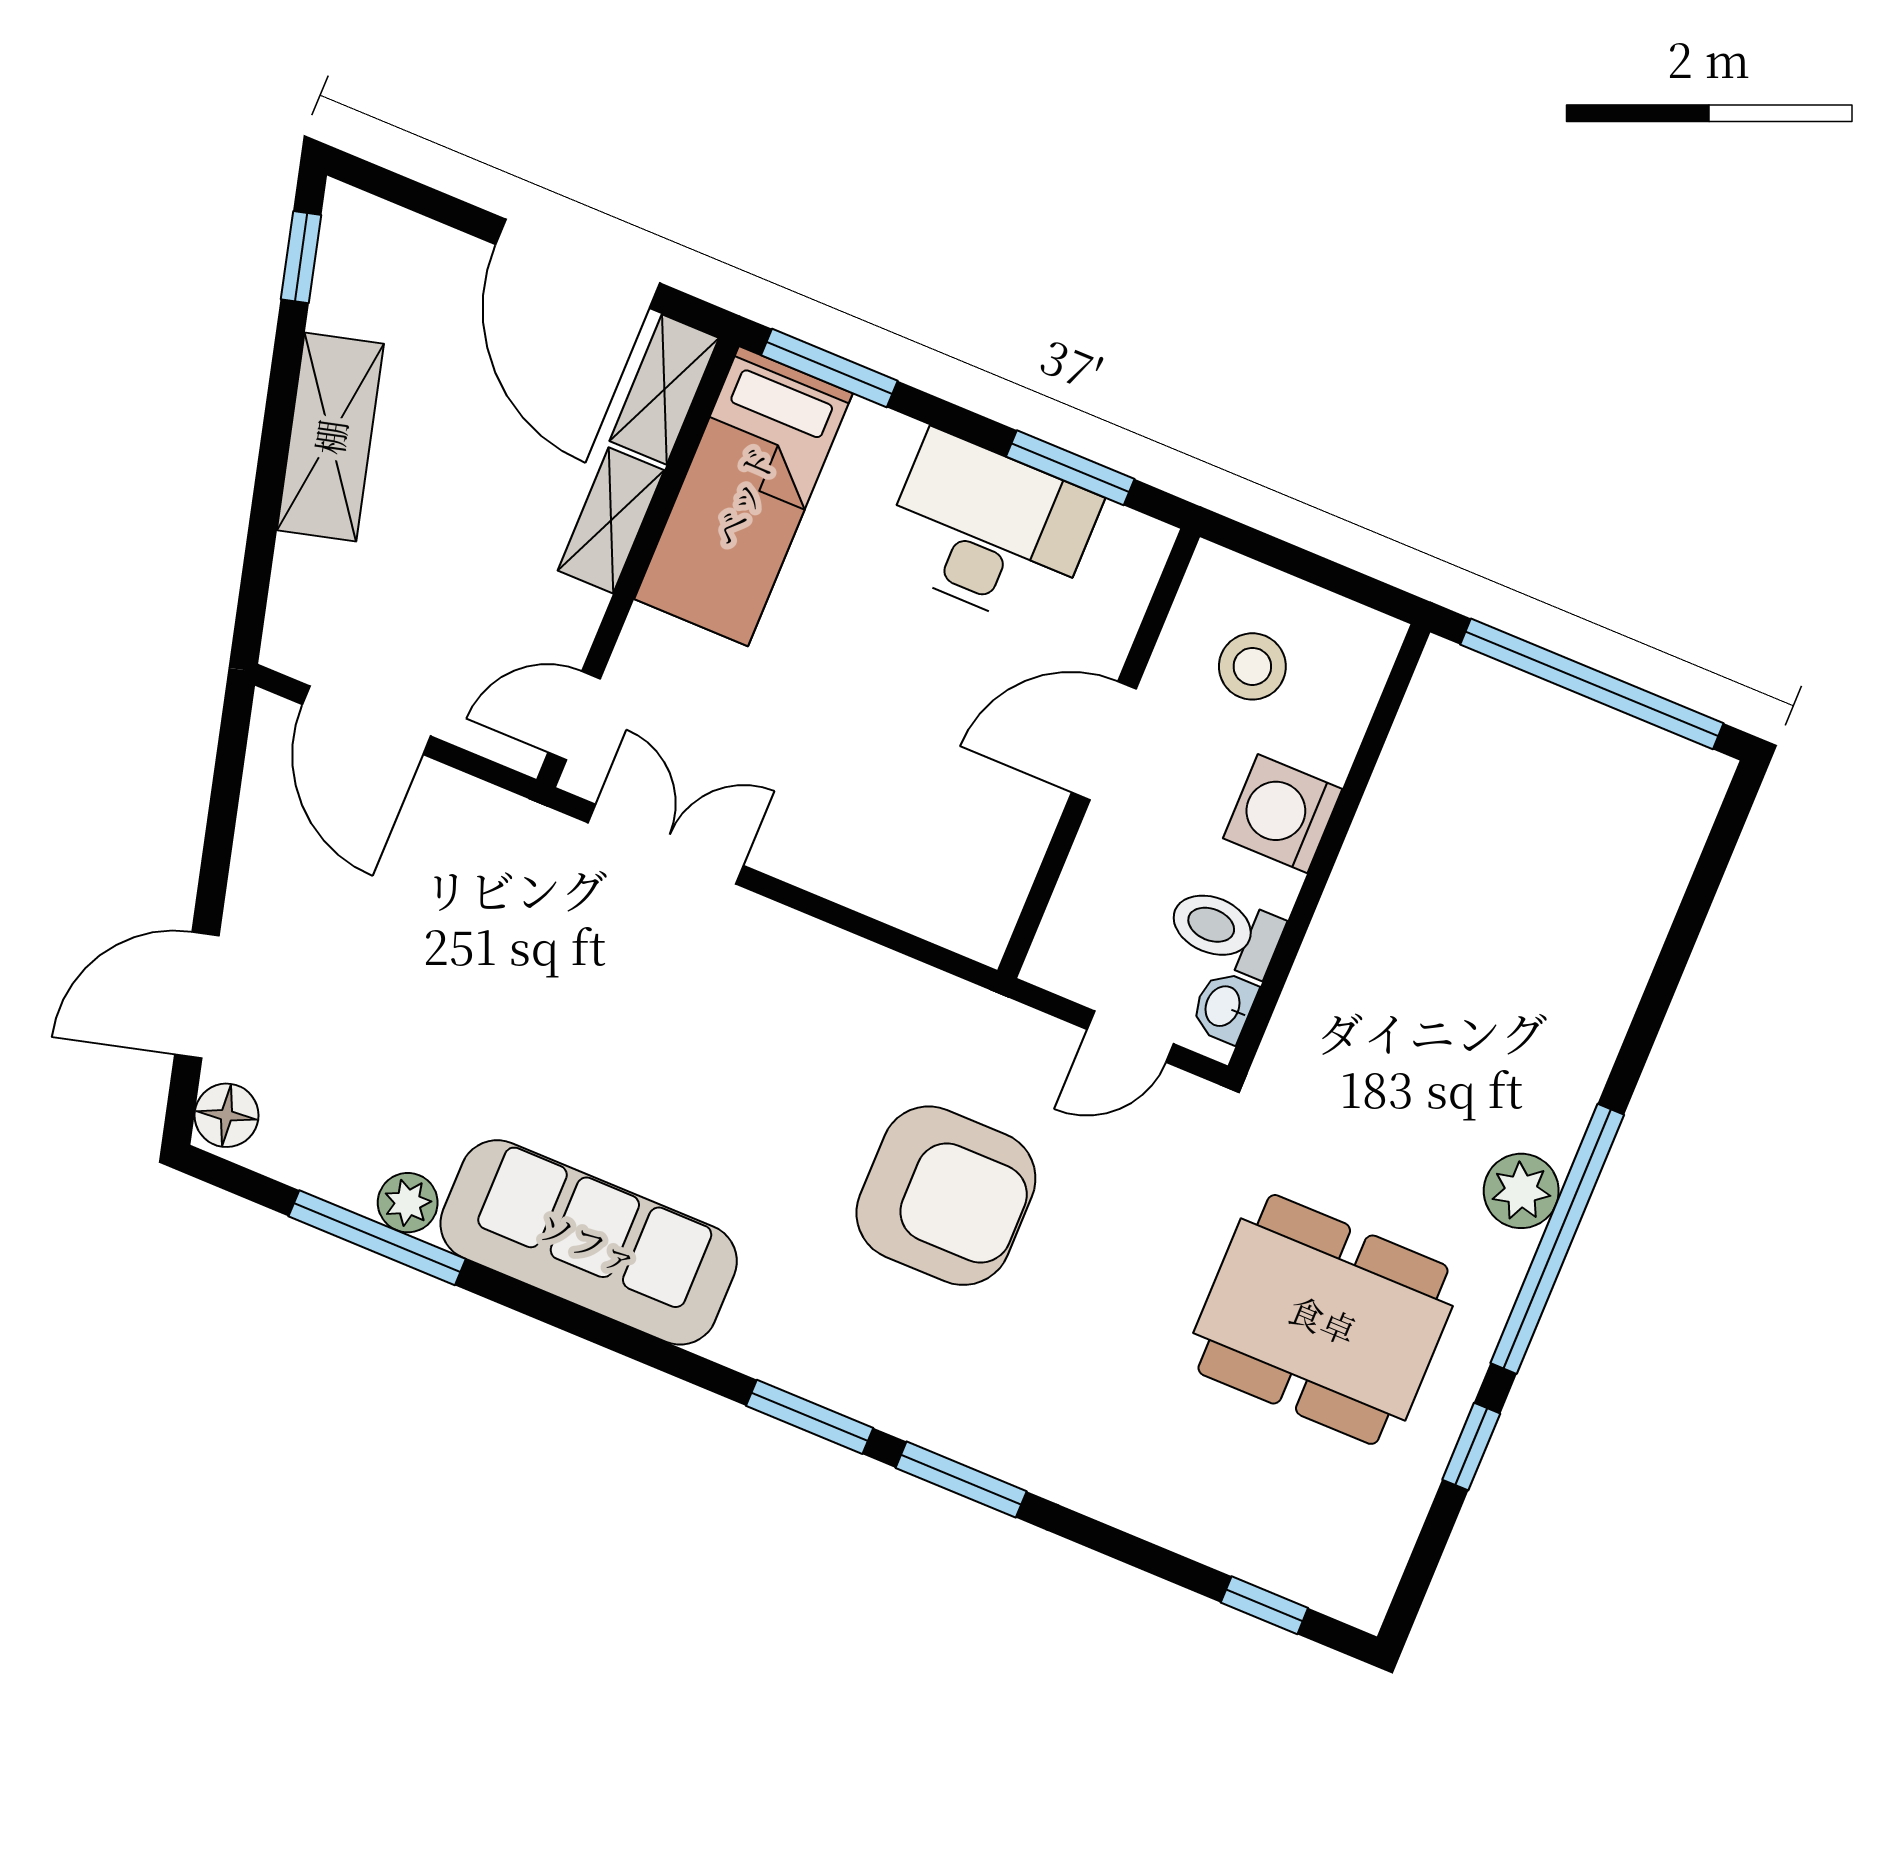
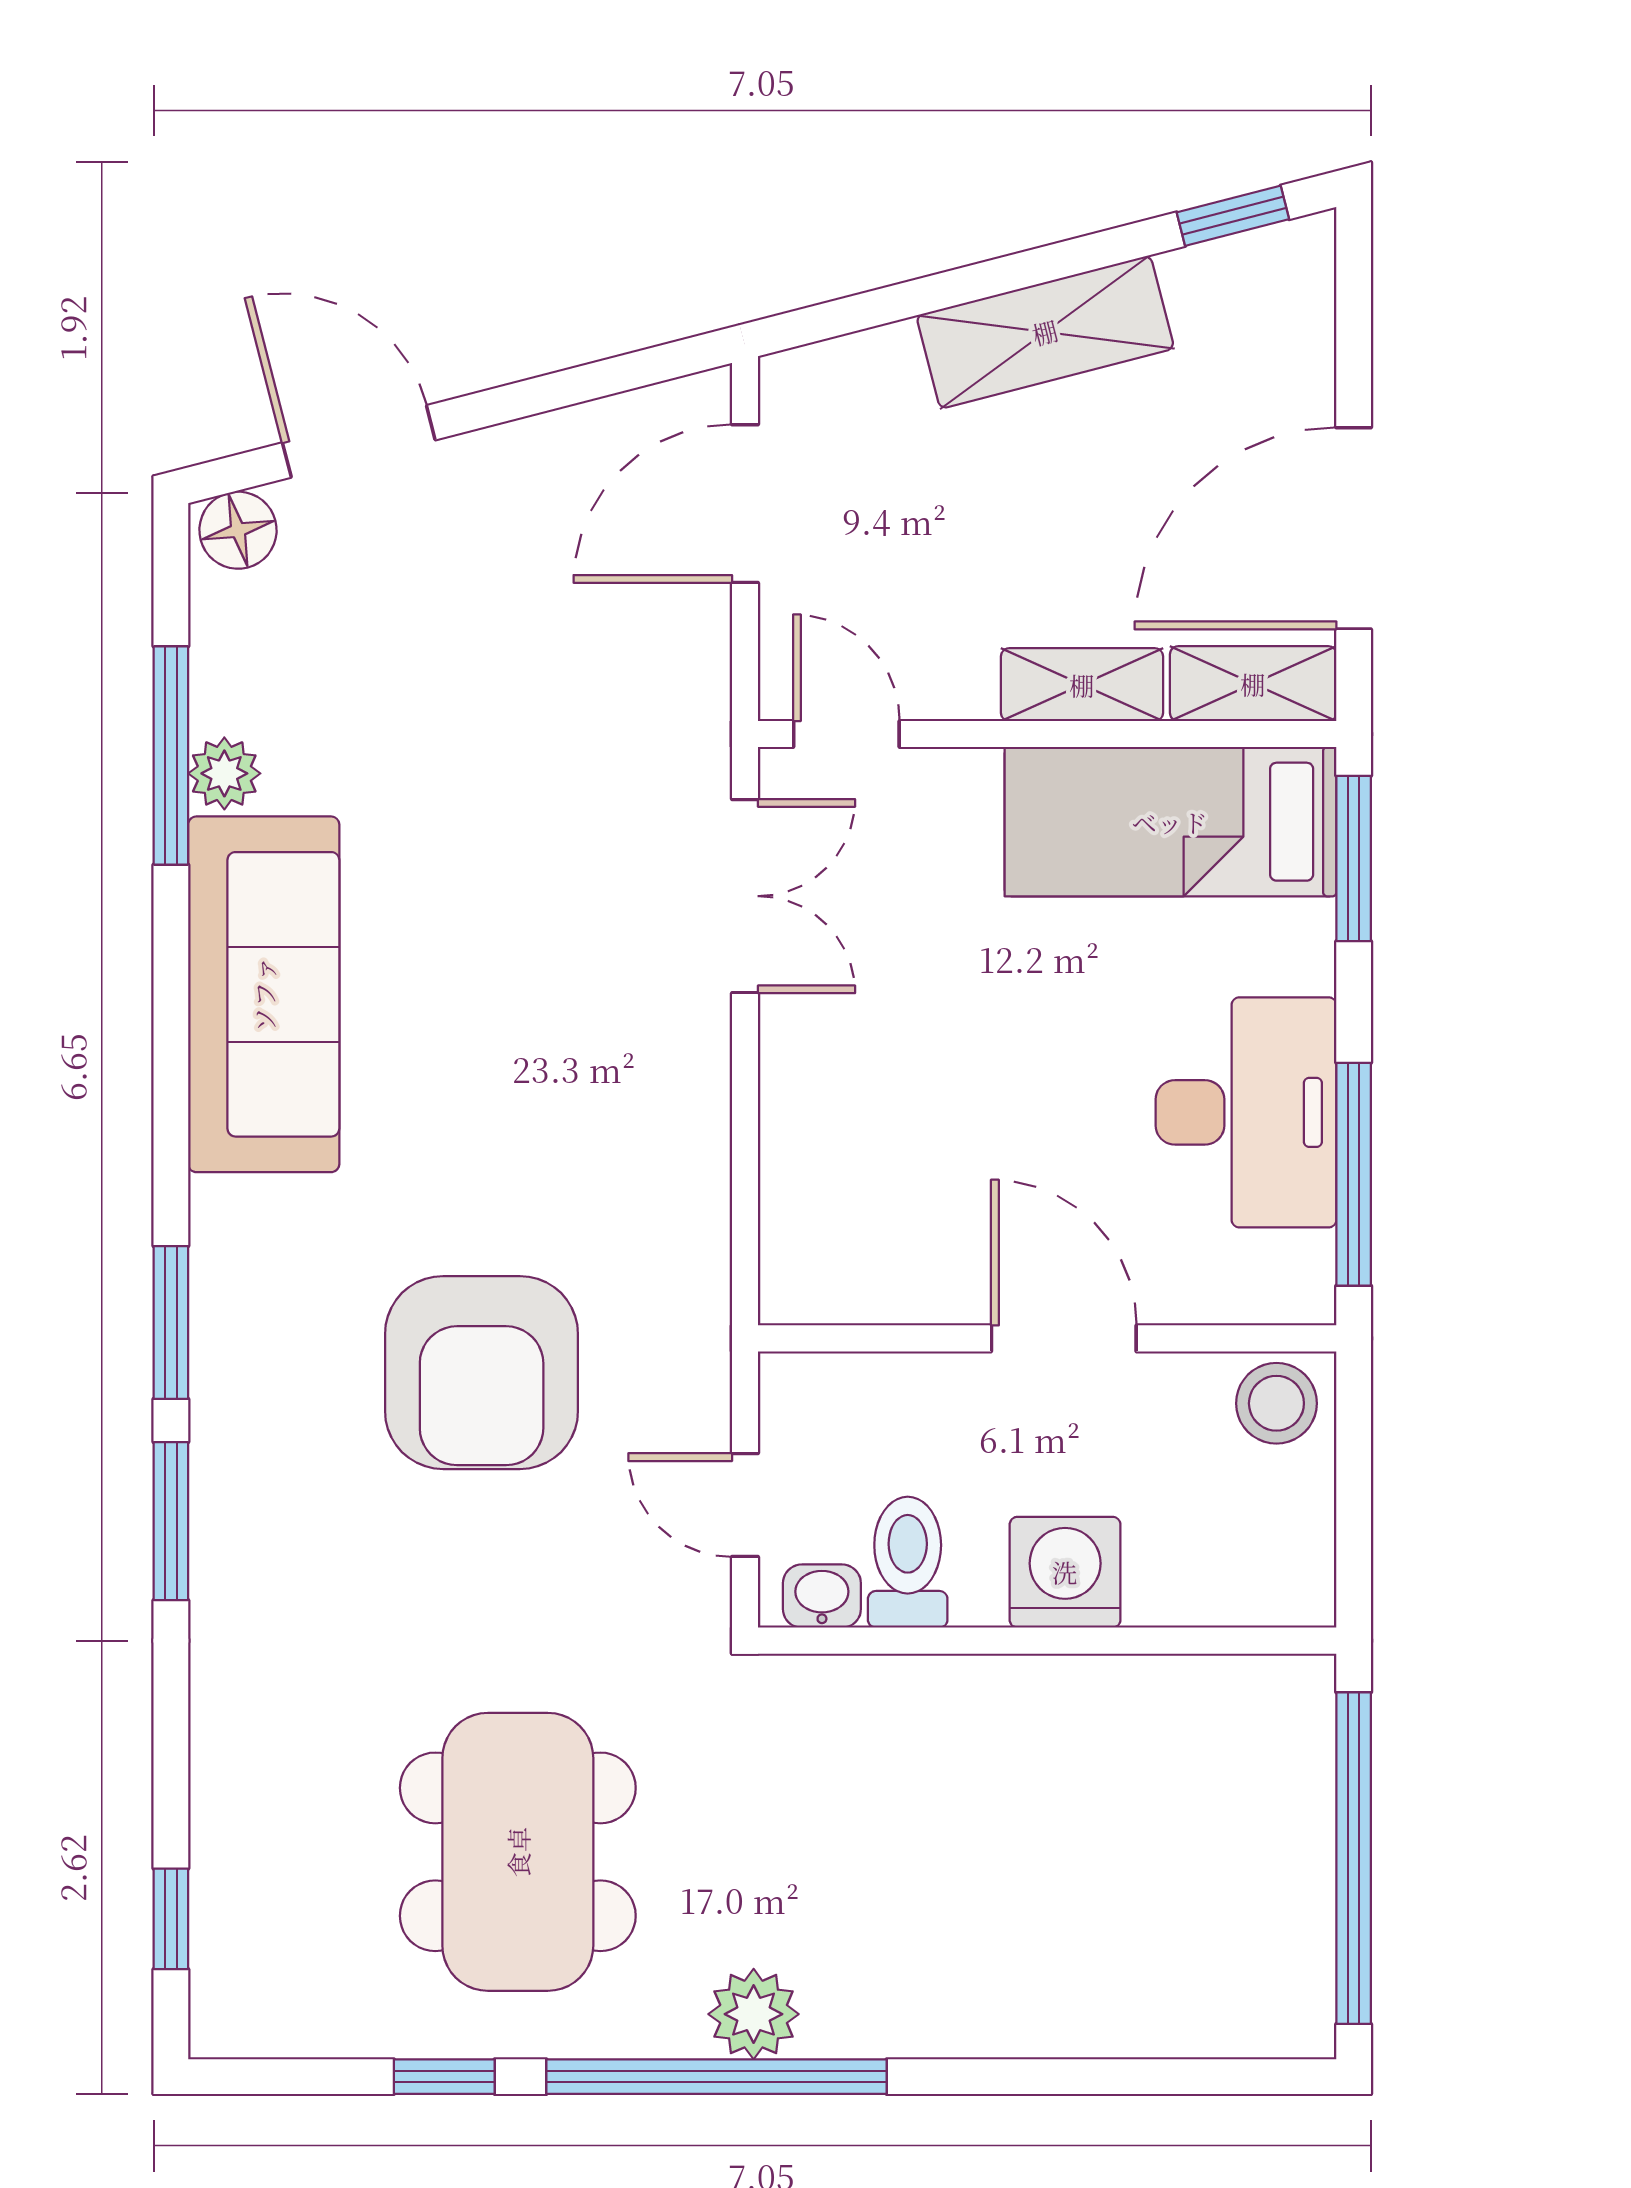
window: (1070, 468) -> (1354, 1174), width x1.44
stool: (1252, 666) -> (1276, 1403), moved

